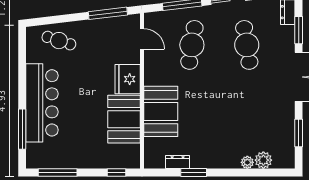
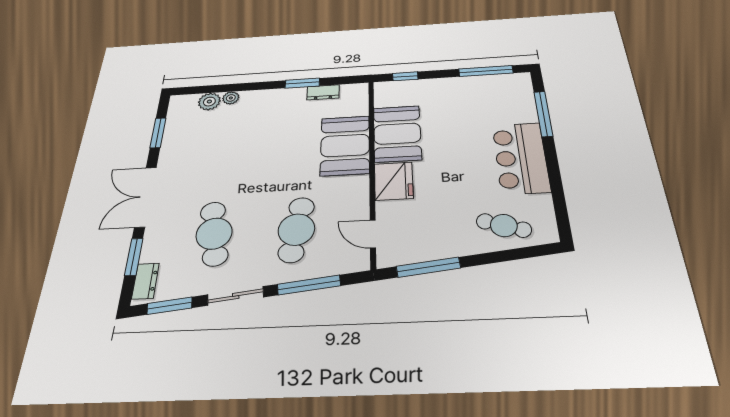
bar counter: (42, 103) -> (521, 158), width x0.73

